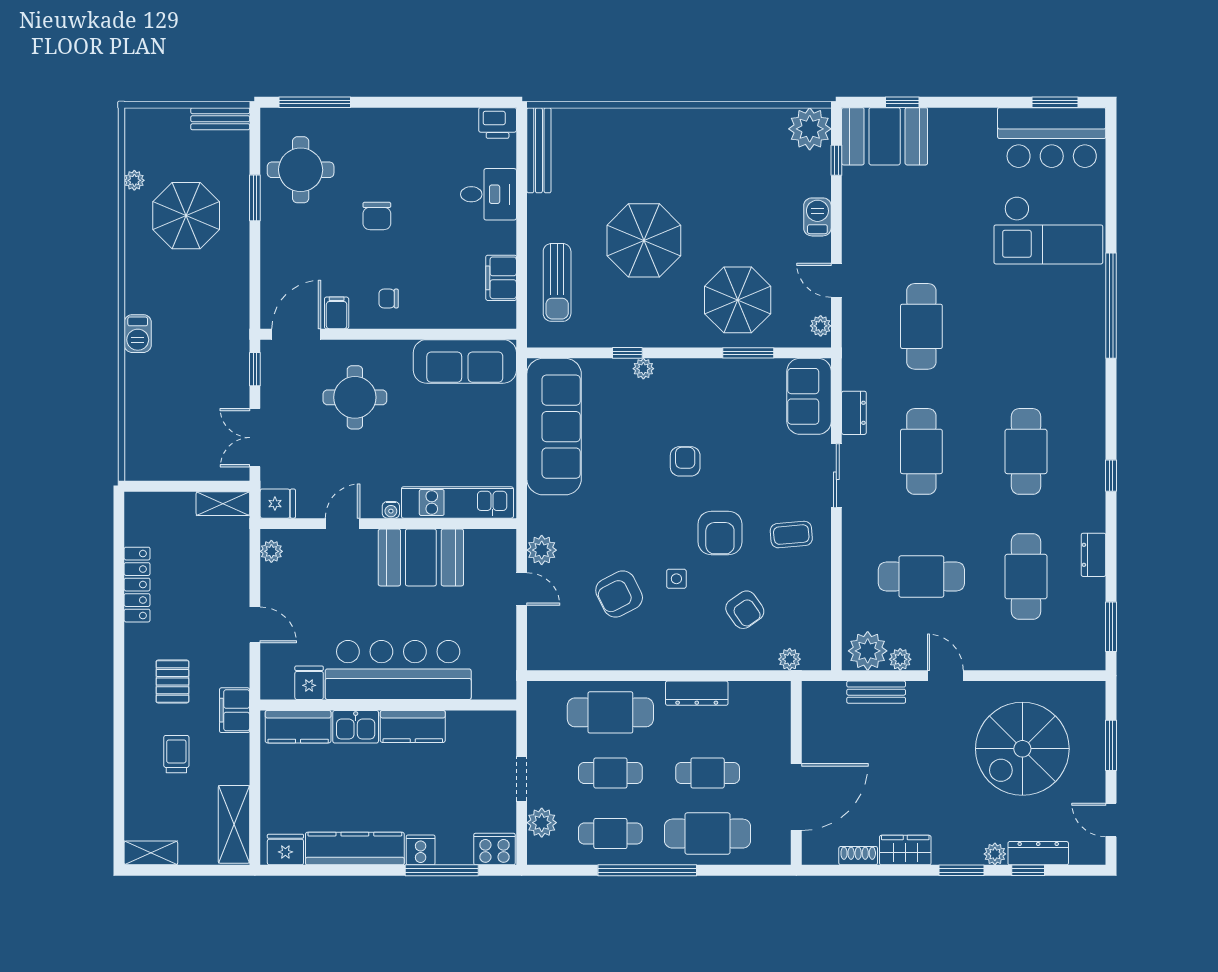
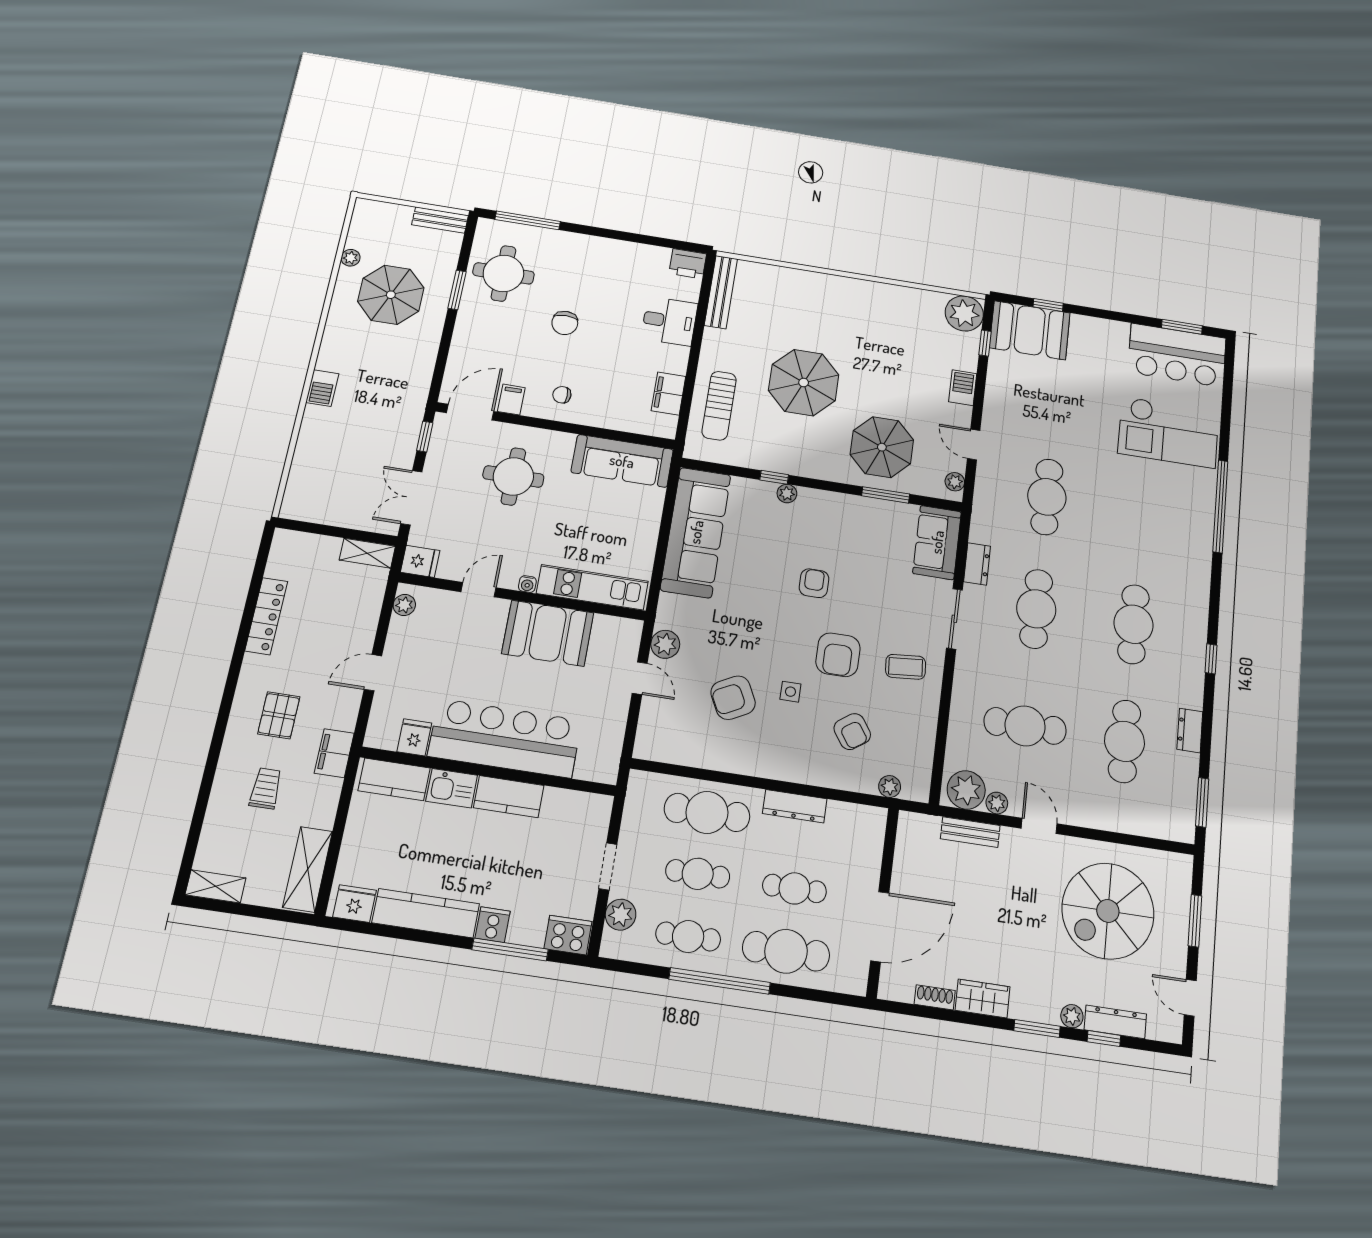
door: (255, 625) -> (373, 673), swing flipped

